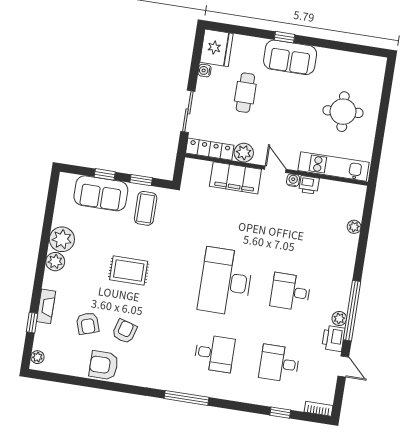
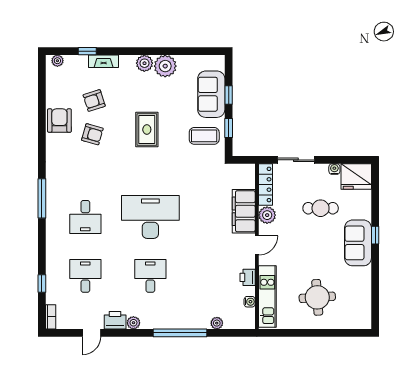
water cooler: (293, 180) -> (250, 302), moved
window: (352, 311) -> (180, 333), moved

